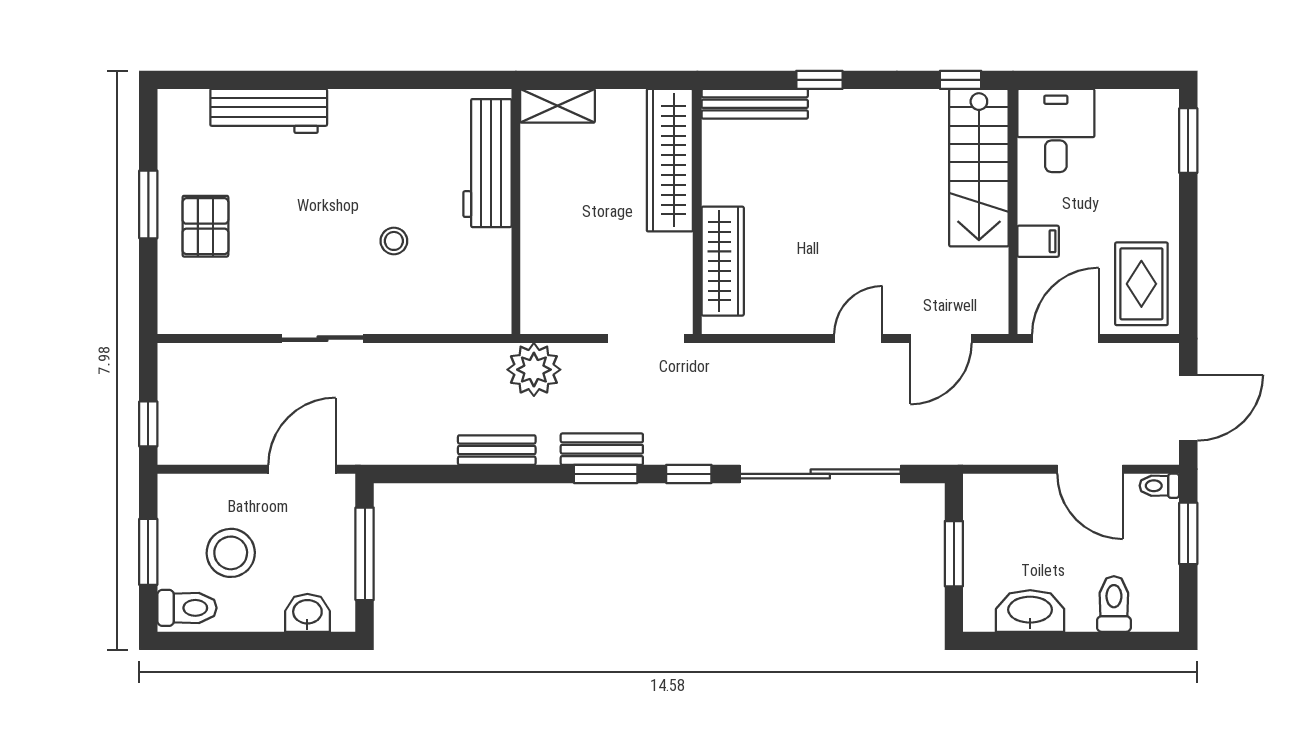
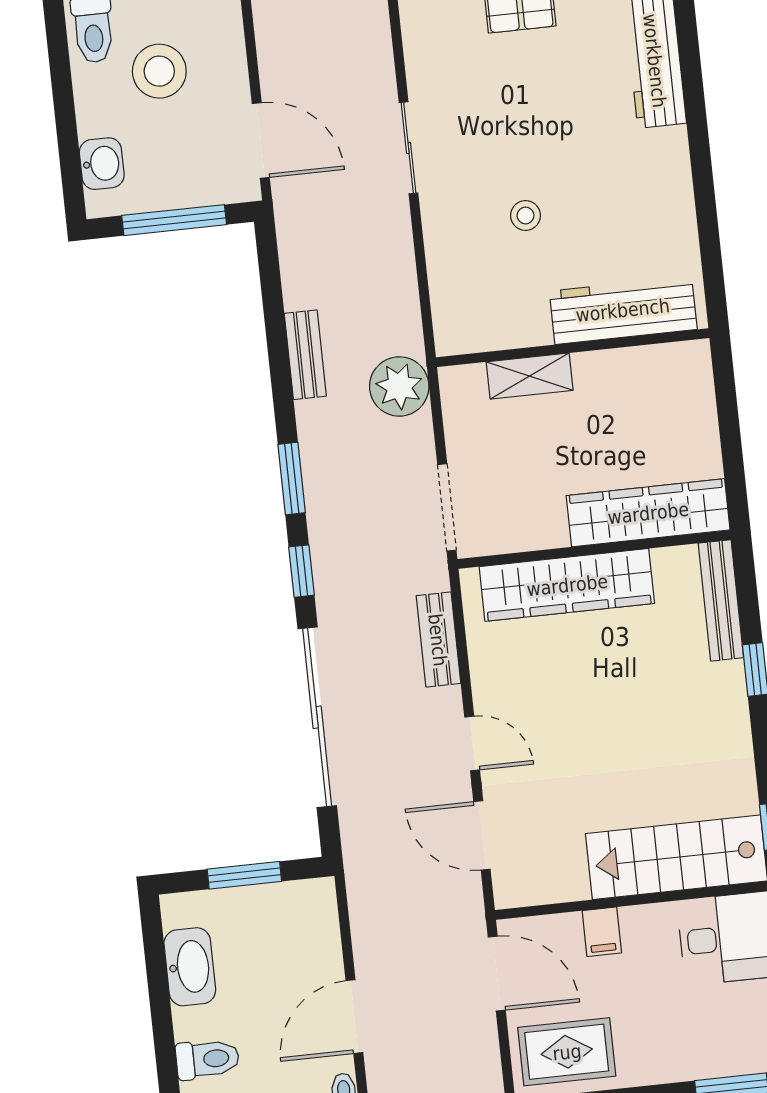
shelving: (558, 106) -> (530, 376), moved, turned 90
wardrobe: (723, 261) -> (567, 585), width x1.40, depth x1.17
bench: (602, 449) -> (438, 640), moved

